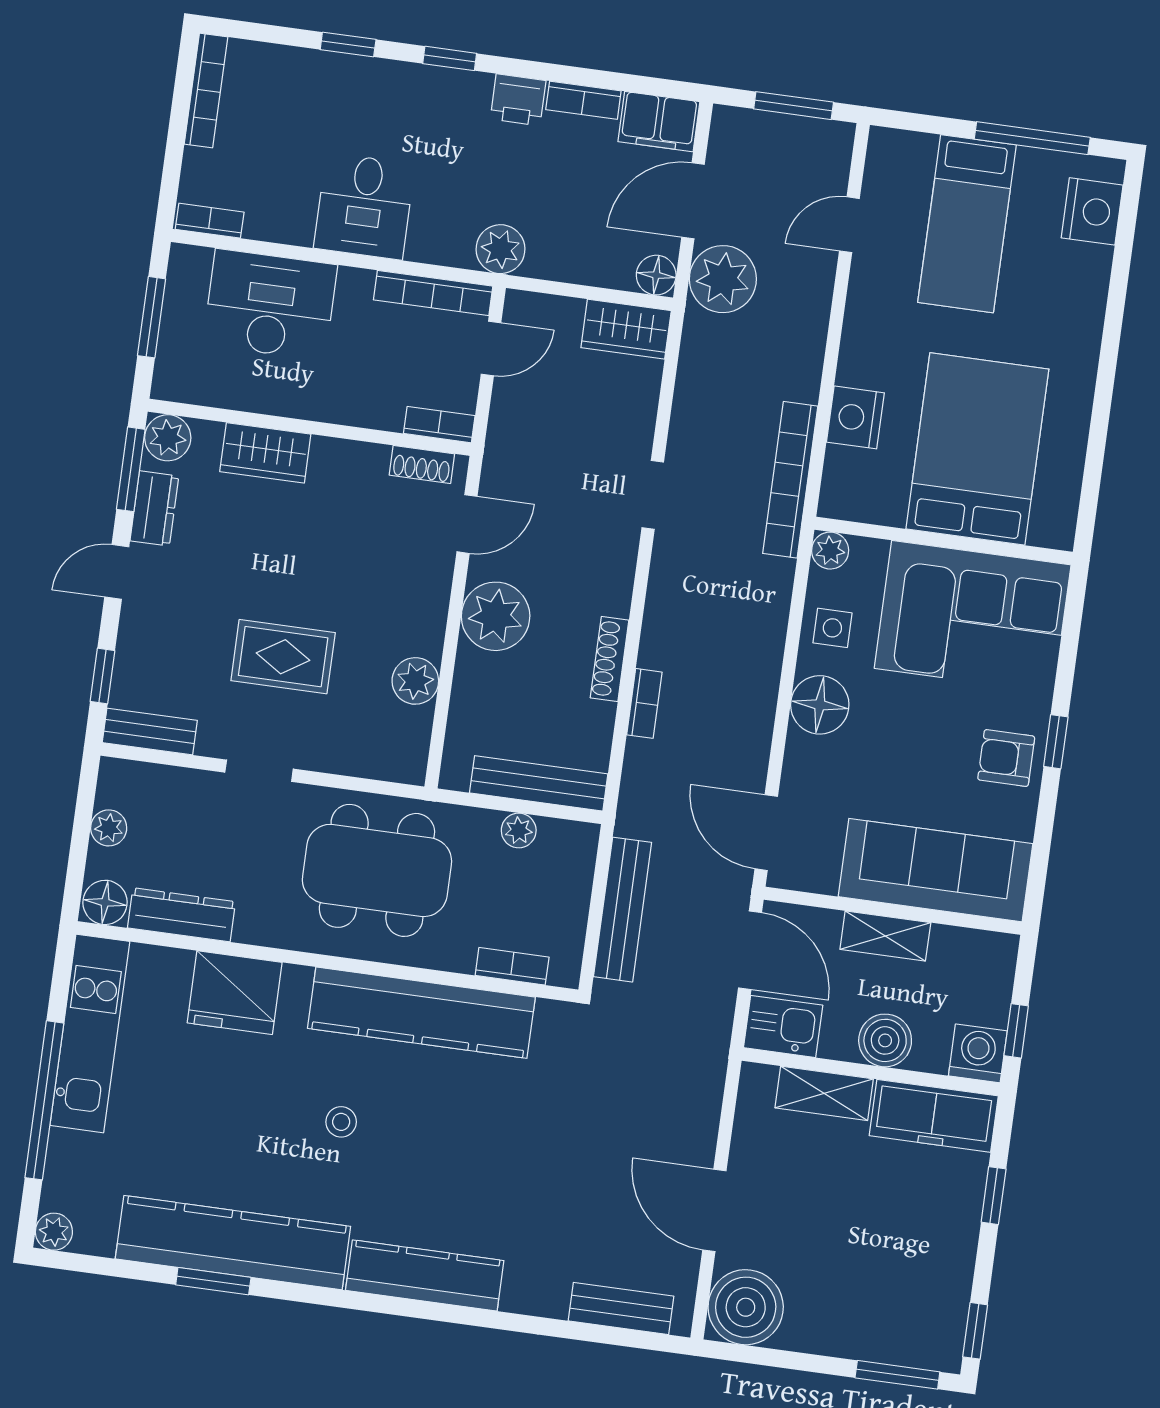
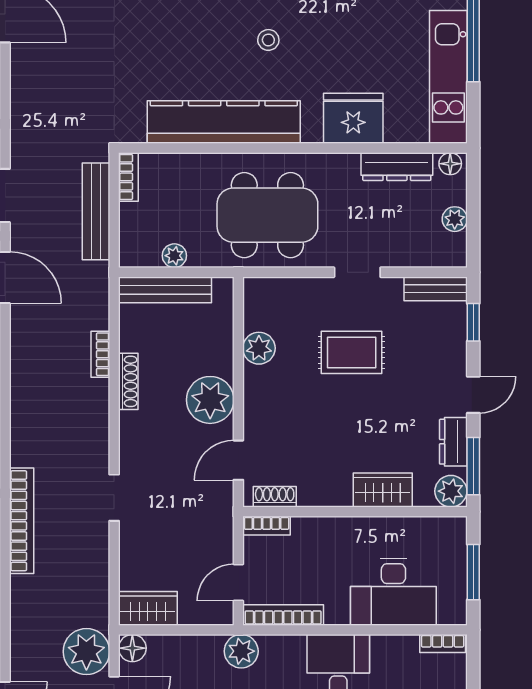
floor lamp: (105, 902) -> (450, 164), width x0.73, depth x0.73
bookcase: (512, 966) -> (128, 177), moved, turned -90

